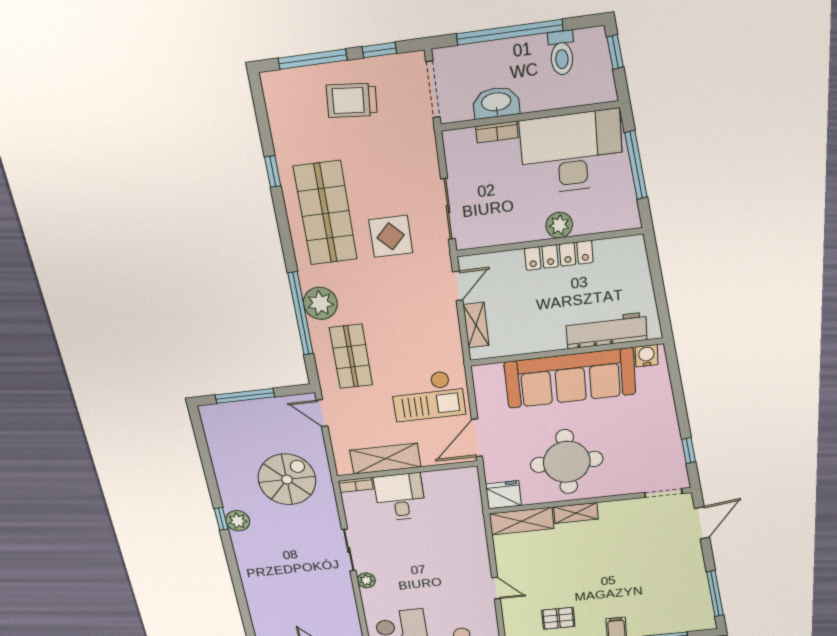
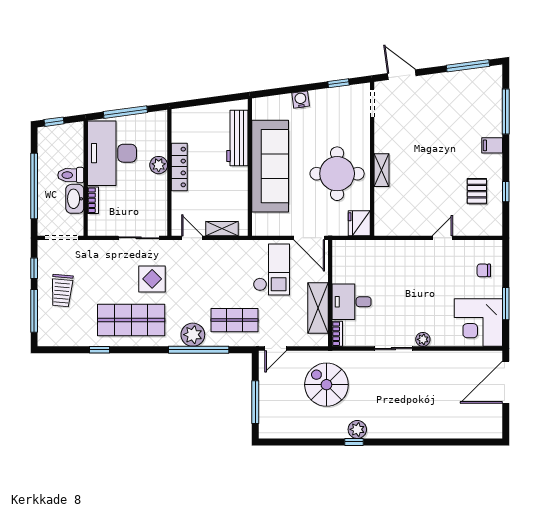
toilet: (562, 53) -> (71, 175), moved, turned 180
water cooler: (647, 356) -> (301, 100), moved, turned 82
shelving: (522, 521) -> (384, 212), removed

